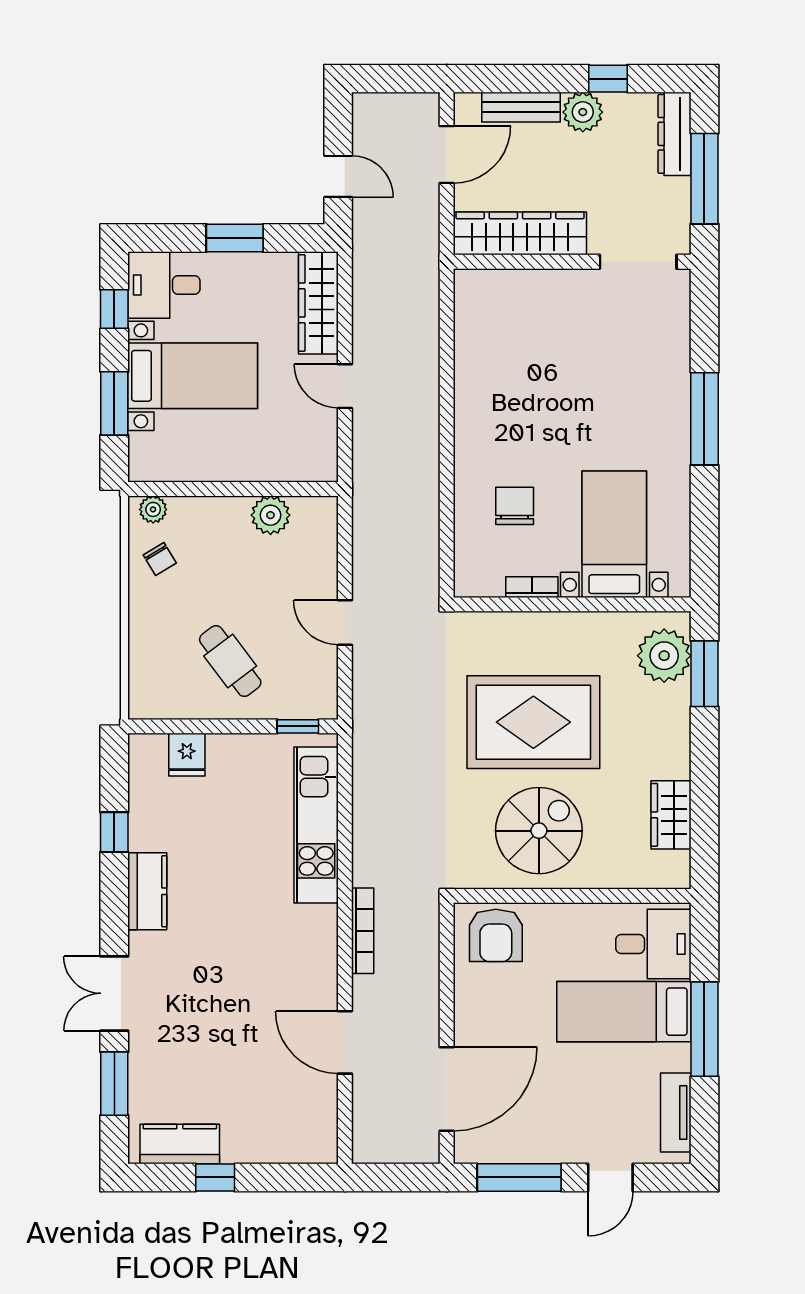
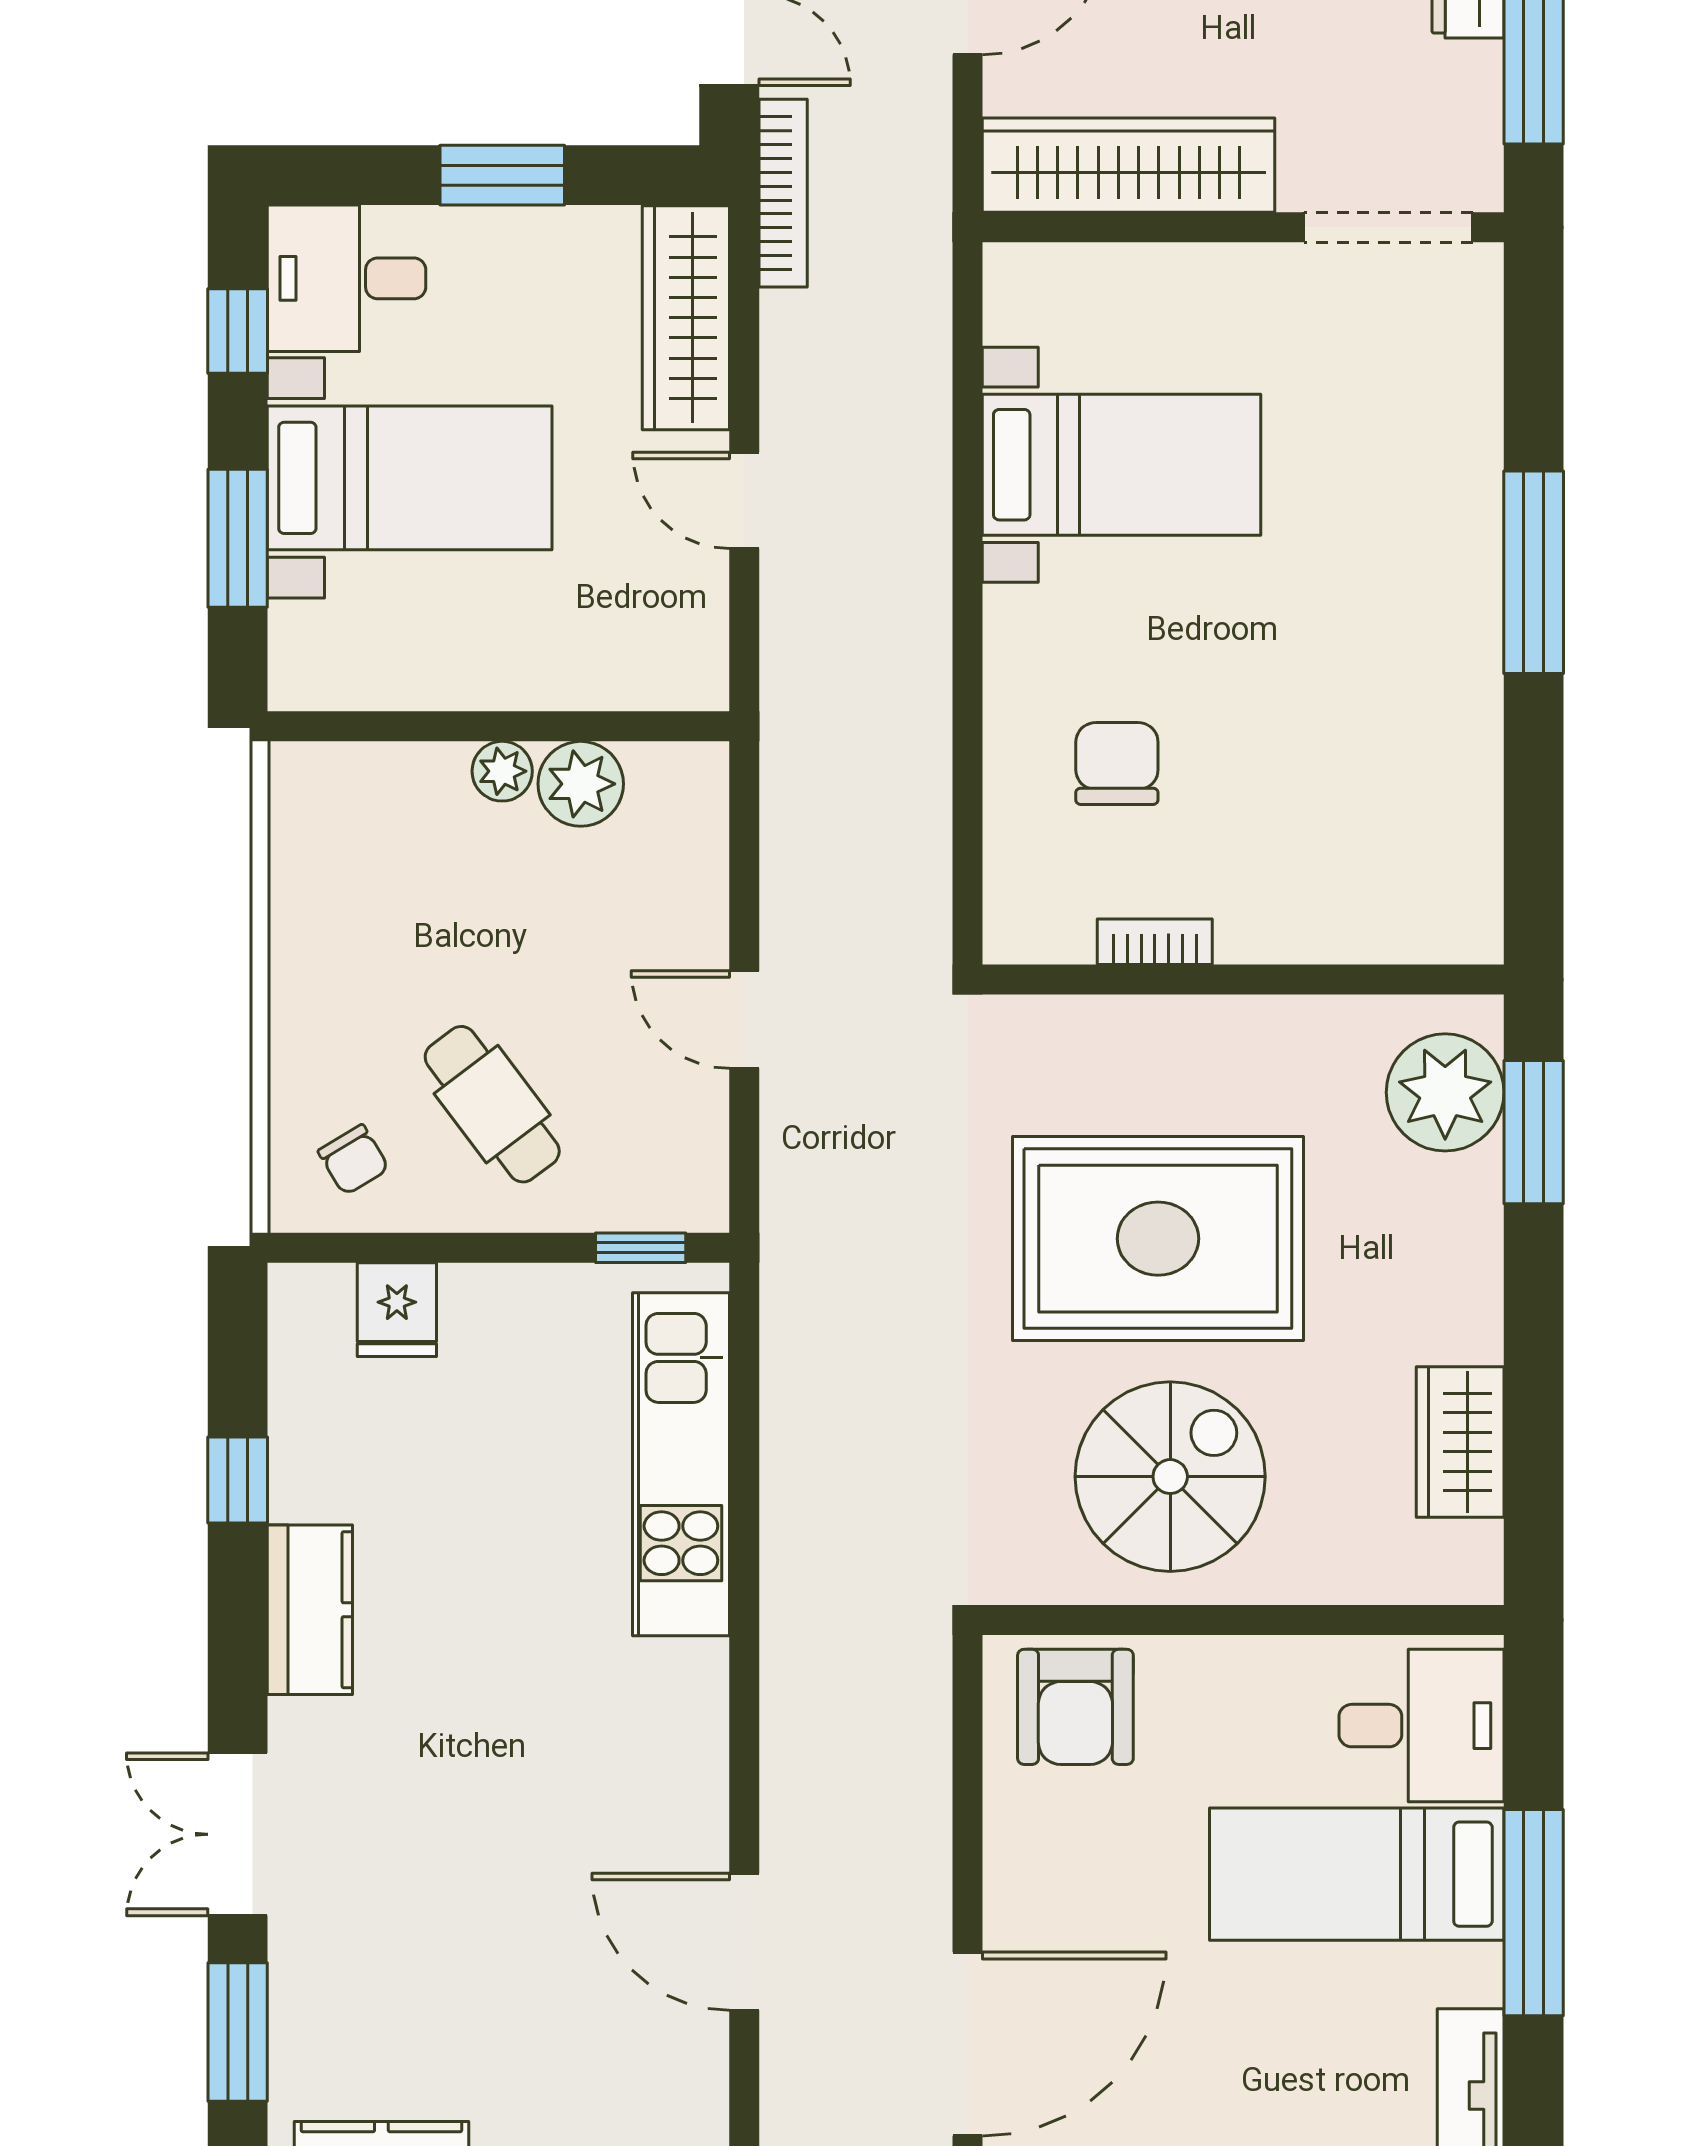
plant: (153, 509) -> (502, 771), moved
bed with nightstands: (614, 534) -> (1122, 465), moved, turned 90
chair: (160, 559) -> (353, 1160), moved
bookcase: (363, 931) -> (783, 193), moved

